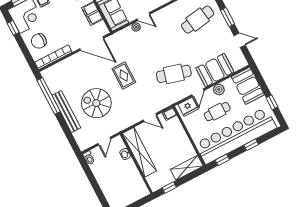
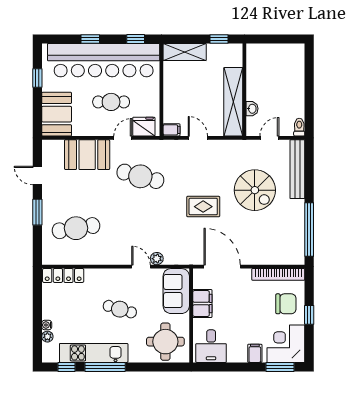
window: (13, 28) -> (309, 315), moved
rug: (124, 76) -> (203, 207), turned 90
plant: (219, 90) -> (95, 128), removed
bench: (66, 112) -> (297, 169), moved

